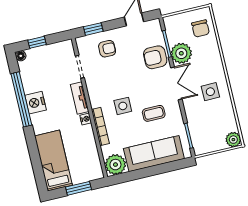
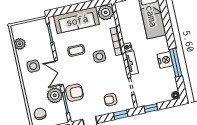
window: (37, 42) -> (151, 108), moved
window: (21, 99) -> (176, 63), width x0.68
plant: (233, 140) -> (20, 44), moved

